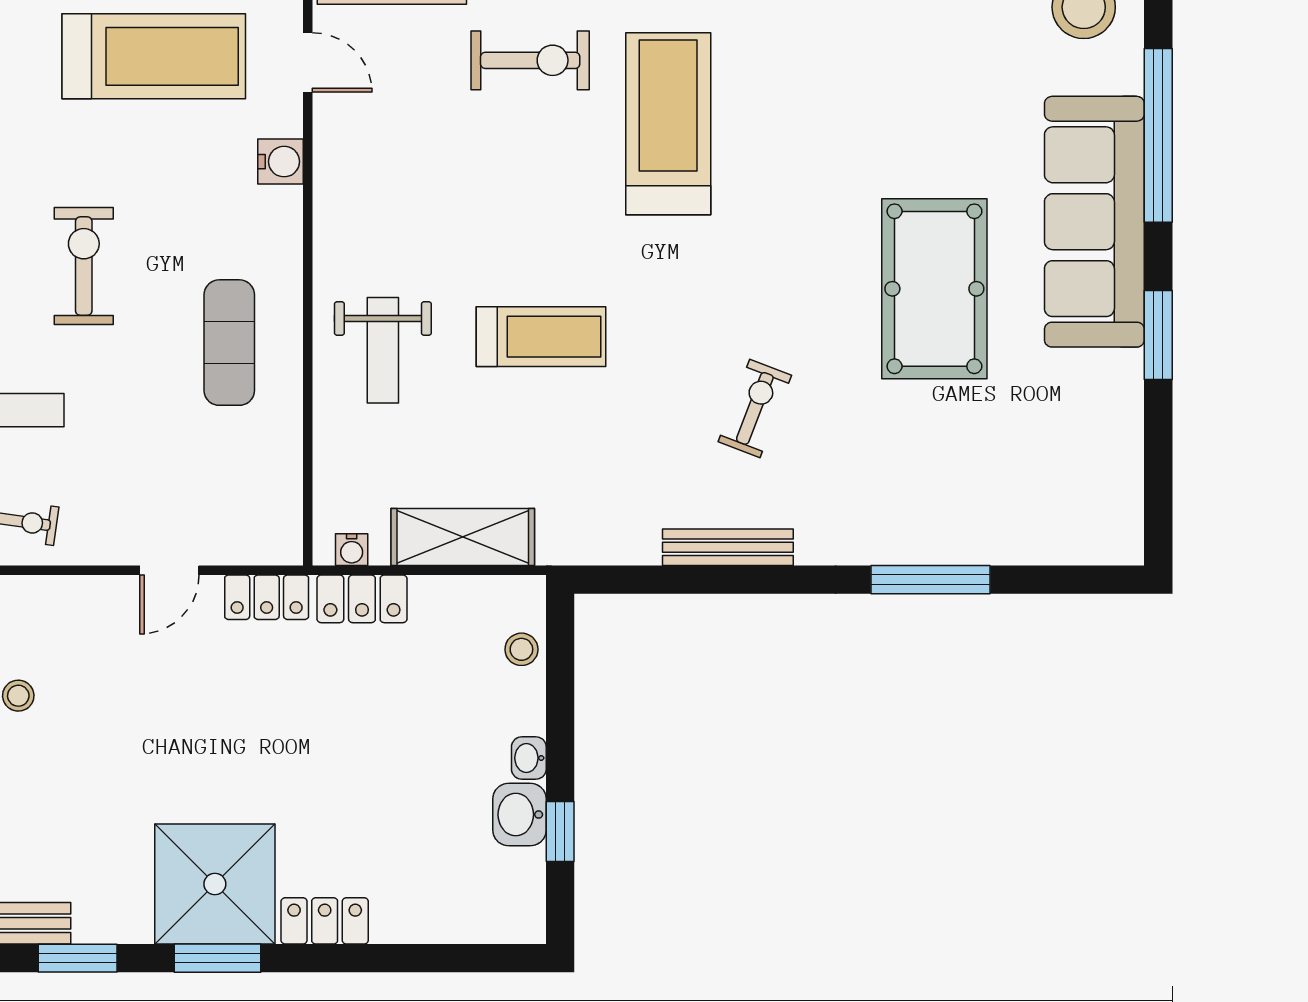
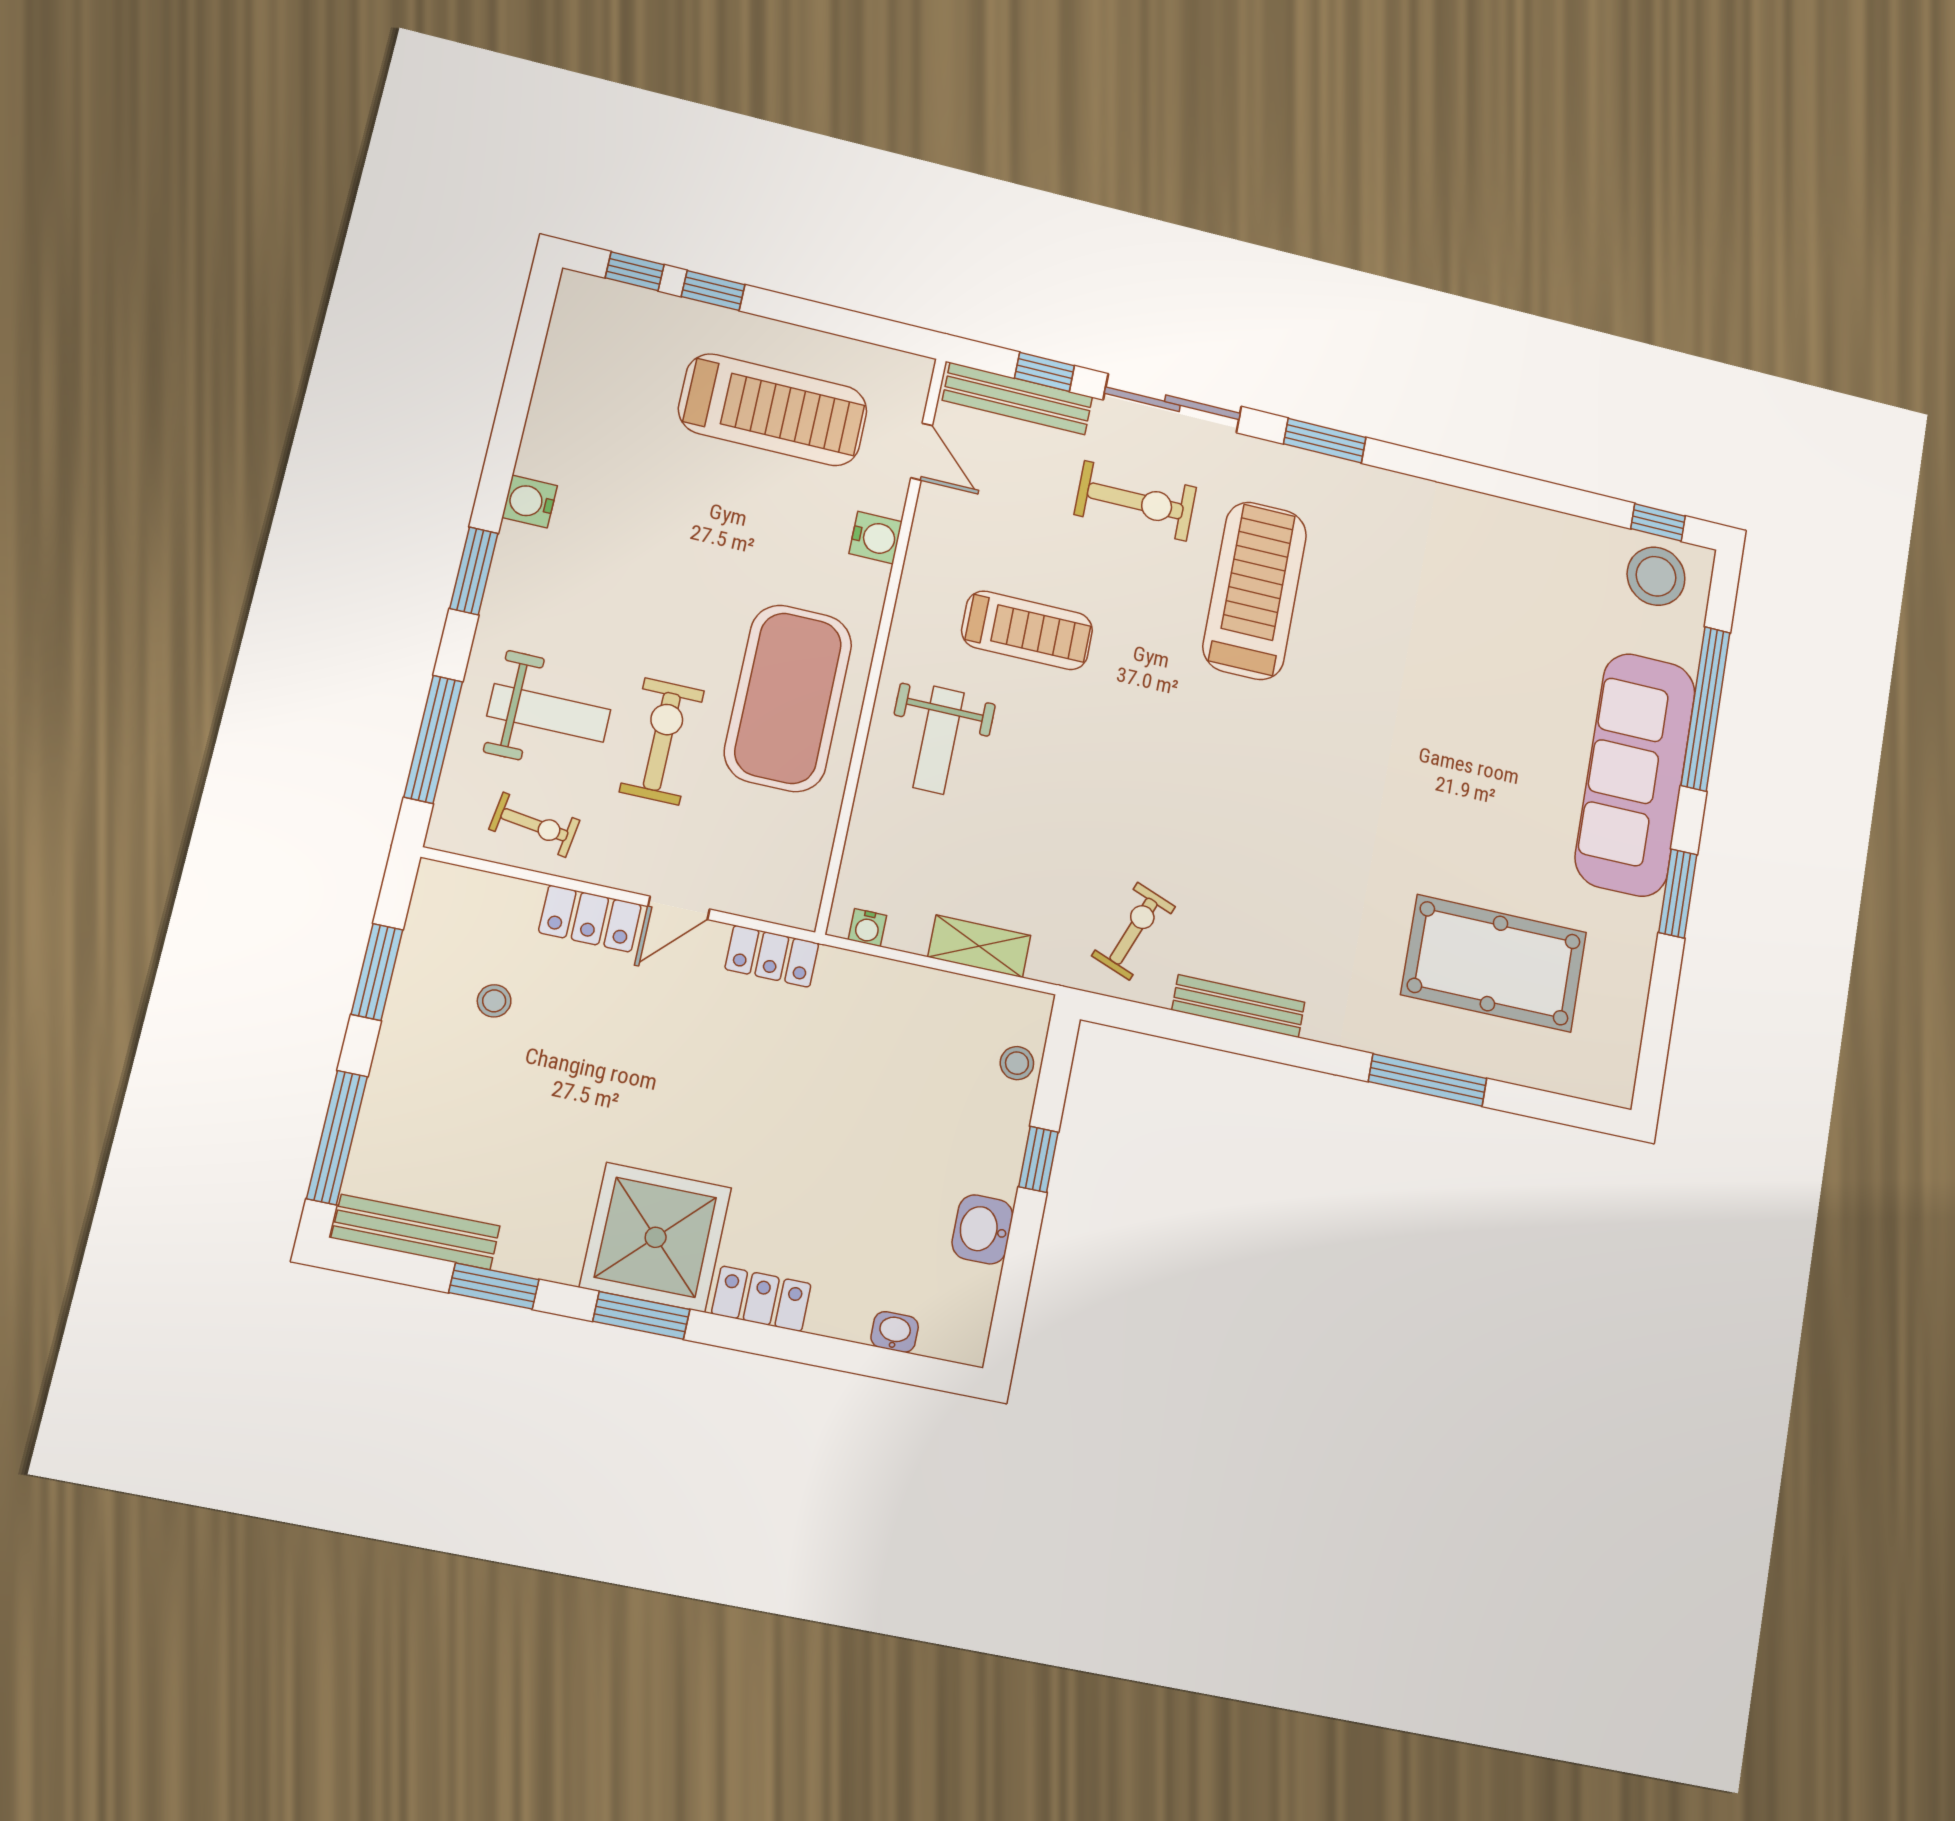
exercise bike: (84, 266) -> (662, 741), moved
pool table: (934, 289) -> (1494, 963), moved, turned 90
treadmill: (541, 337) -> (1027, 630), moved
exercise mat: (229, 343) -> (788, 698), width x2.00, depth x1.45
exercise bike: (755, 408) -> (1134, 931), moved
shelving: (463, 537) -> (979, 946), width x0.67, depth x0.75
locker: (362, 599) -> (590, 919), moved
washbasin: (529, 758) -> (895, 1332), moved, turned 90
window: (560, 831) -> (1038, 1159), moved

